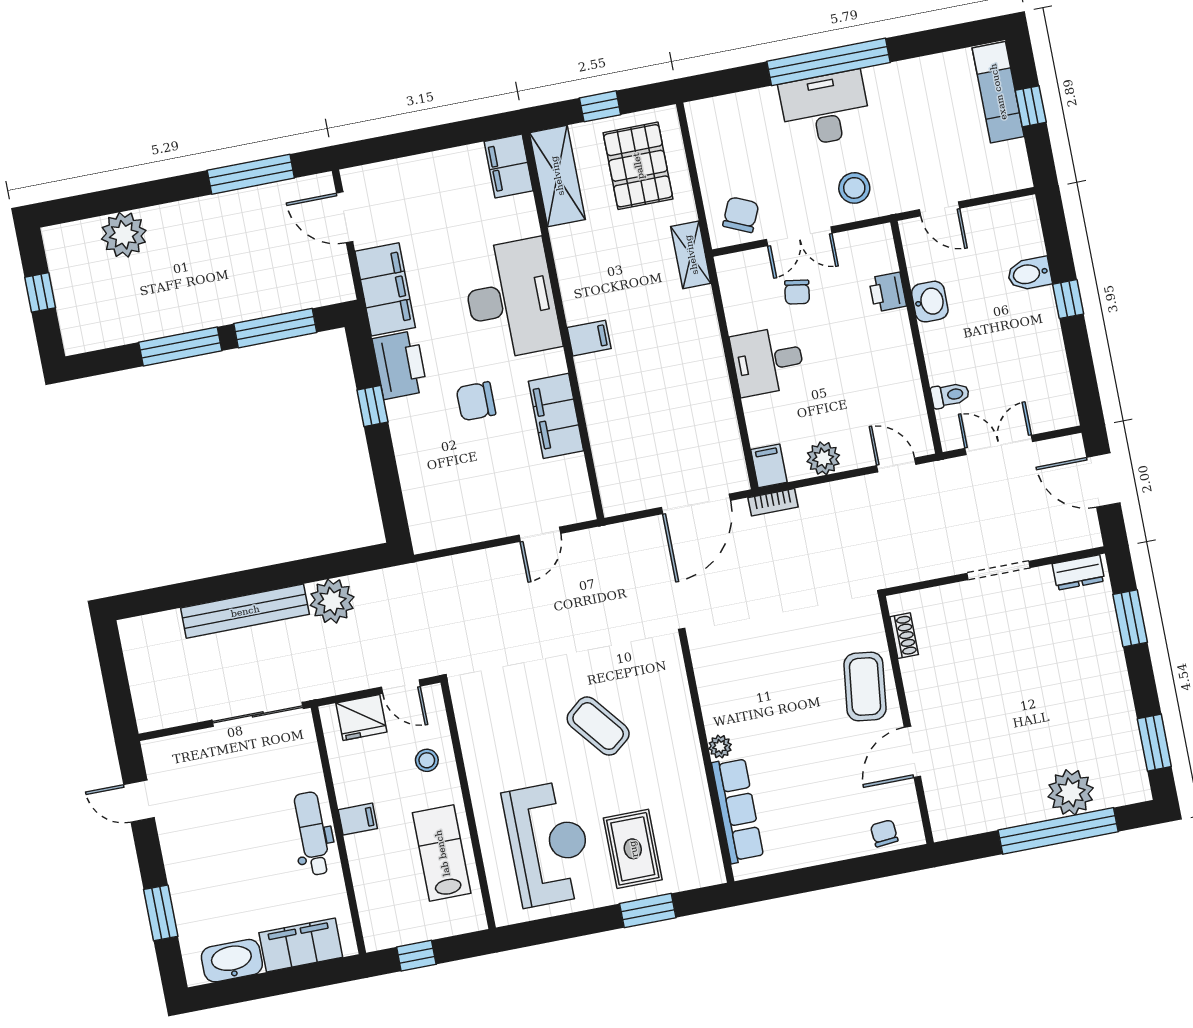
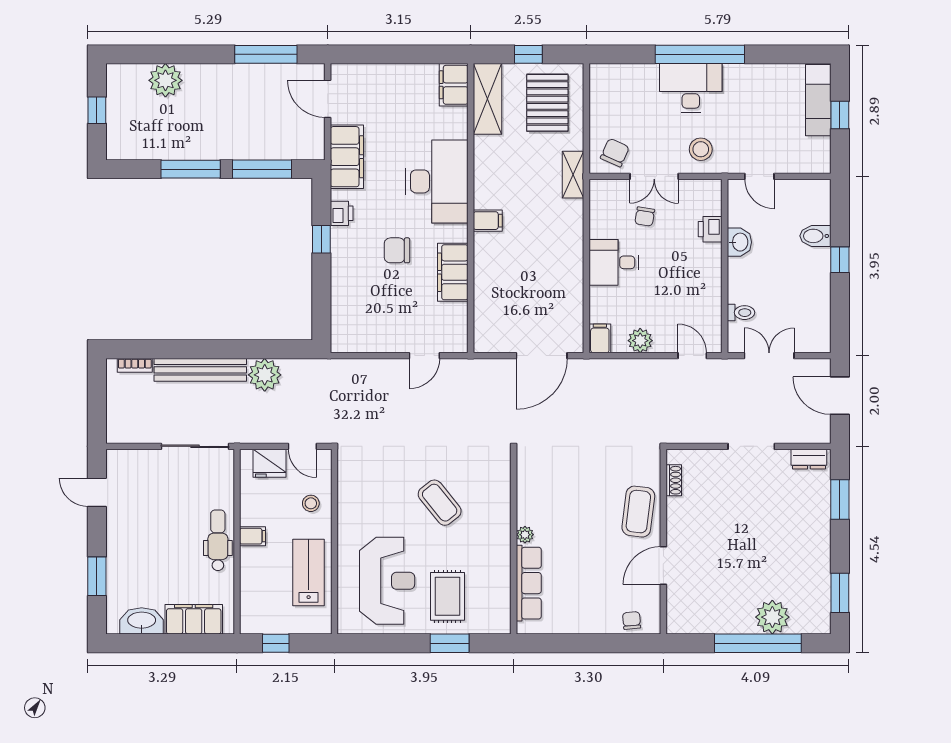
printer: (400, 365) -> (342, 213), width x0.53, depth x0.68
bookcase: (773, 502) -> (135, 365), moved

